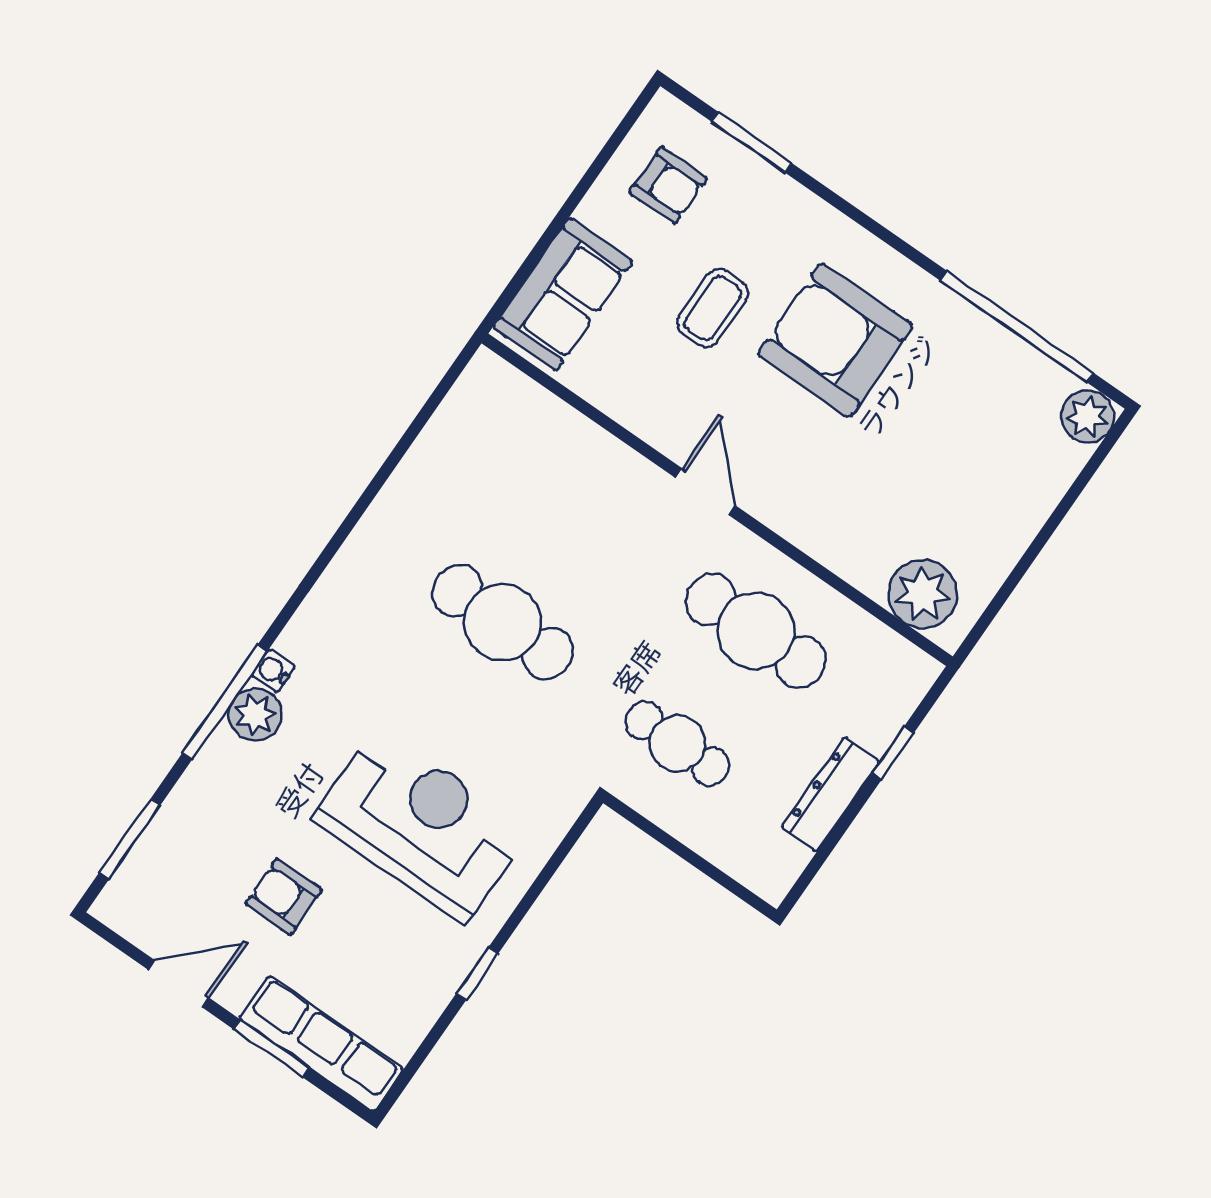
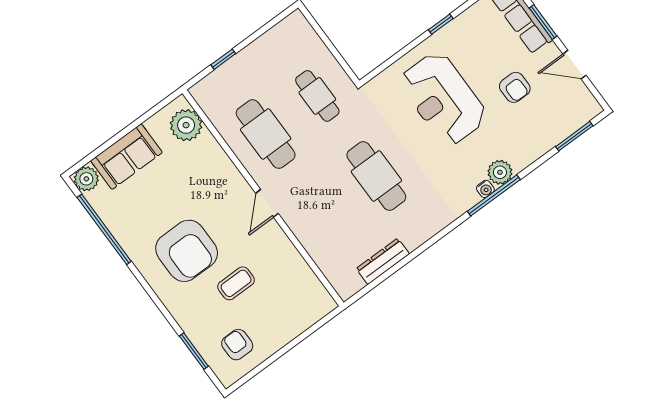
sofa: (563, 294) -> (127, 157), moved, turned 180
window: (225, 702) -> (494, 195), moved
dresser: (831, 794) -> (383, 261), moved, turned 180

